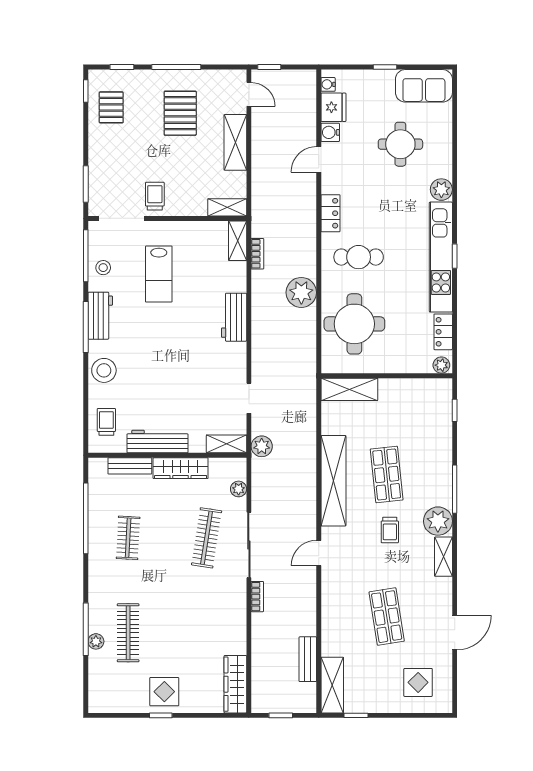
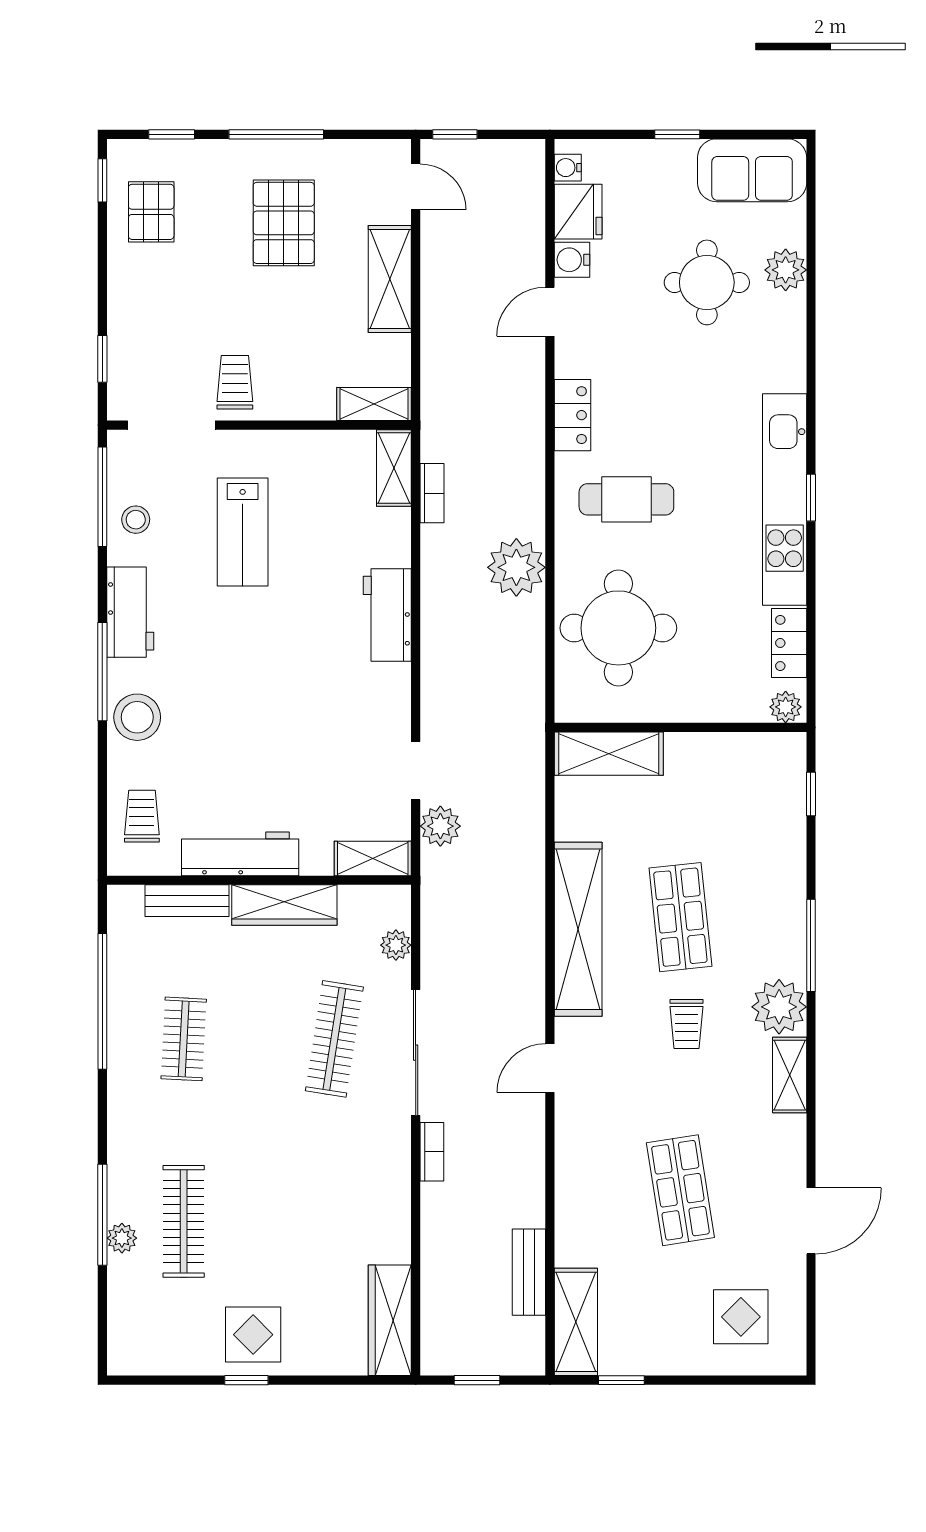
window: (86, 184) -> (102, 359), width x0.67
plant: (441, 190) -> (786, 270), moved
window: (86, 327) -> (102, 672), moved
plant: (262, 446) -> (440, 826), moved

